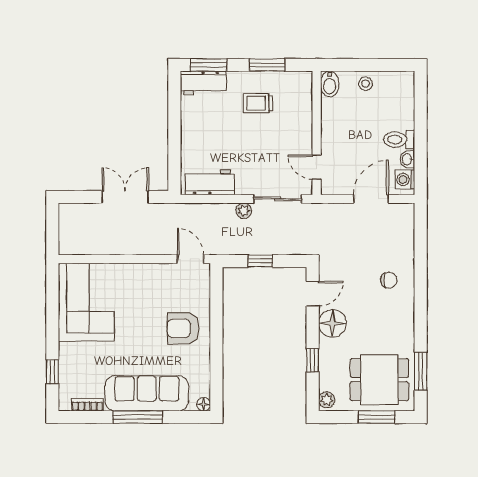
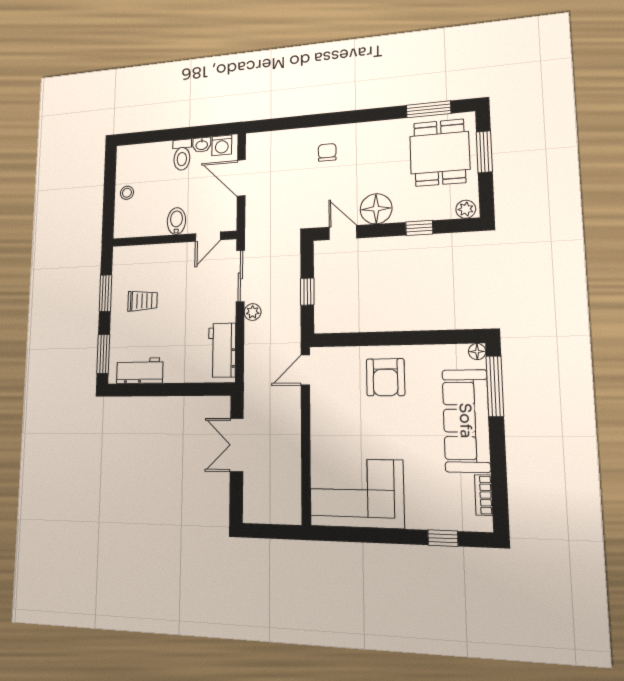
workbench: (203, 83) -> (140, 371), moved, turned -90
bidet: (330, 84) -> (176, 221), moved, turned -90
trolley: (258, 103) -> (143, 301), turned -90
window: (138, 417) -> (495, 386), moved

